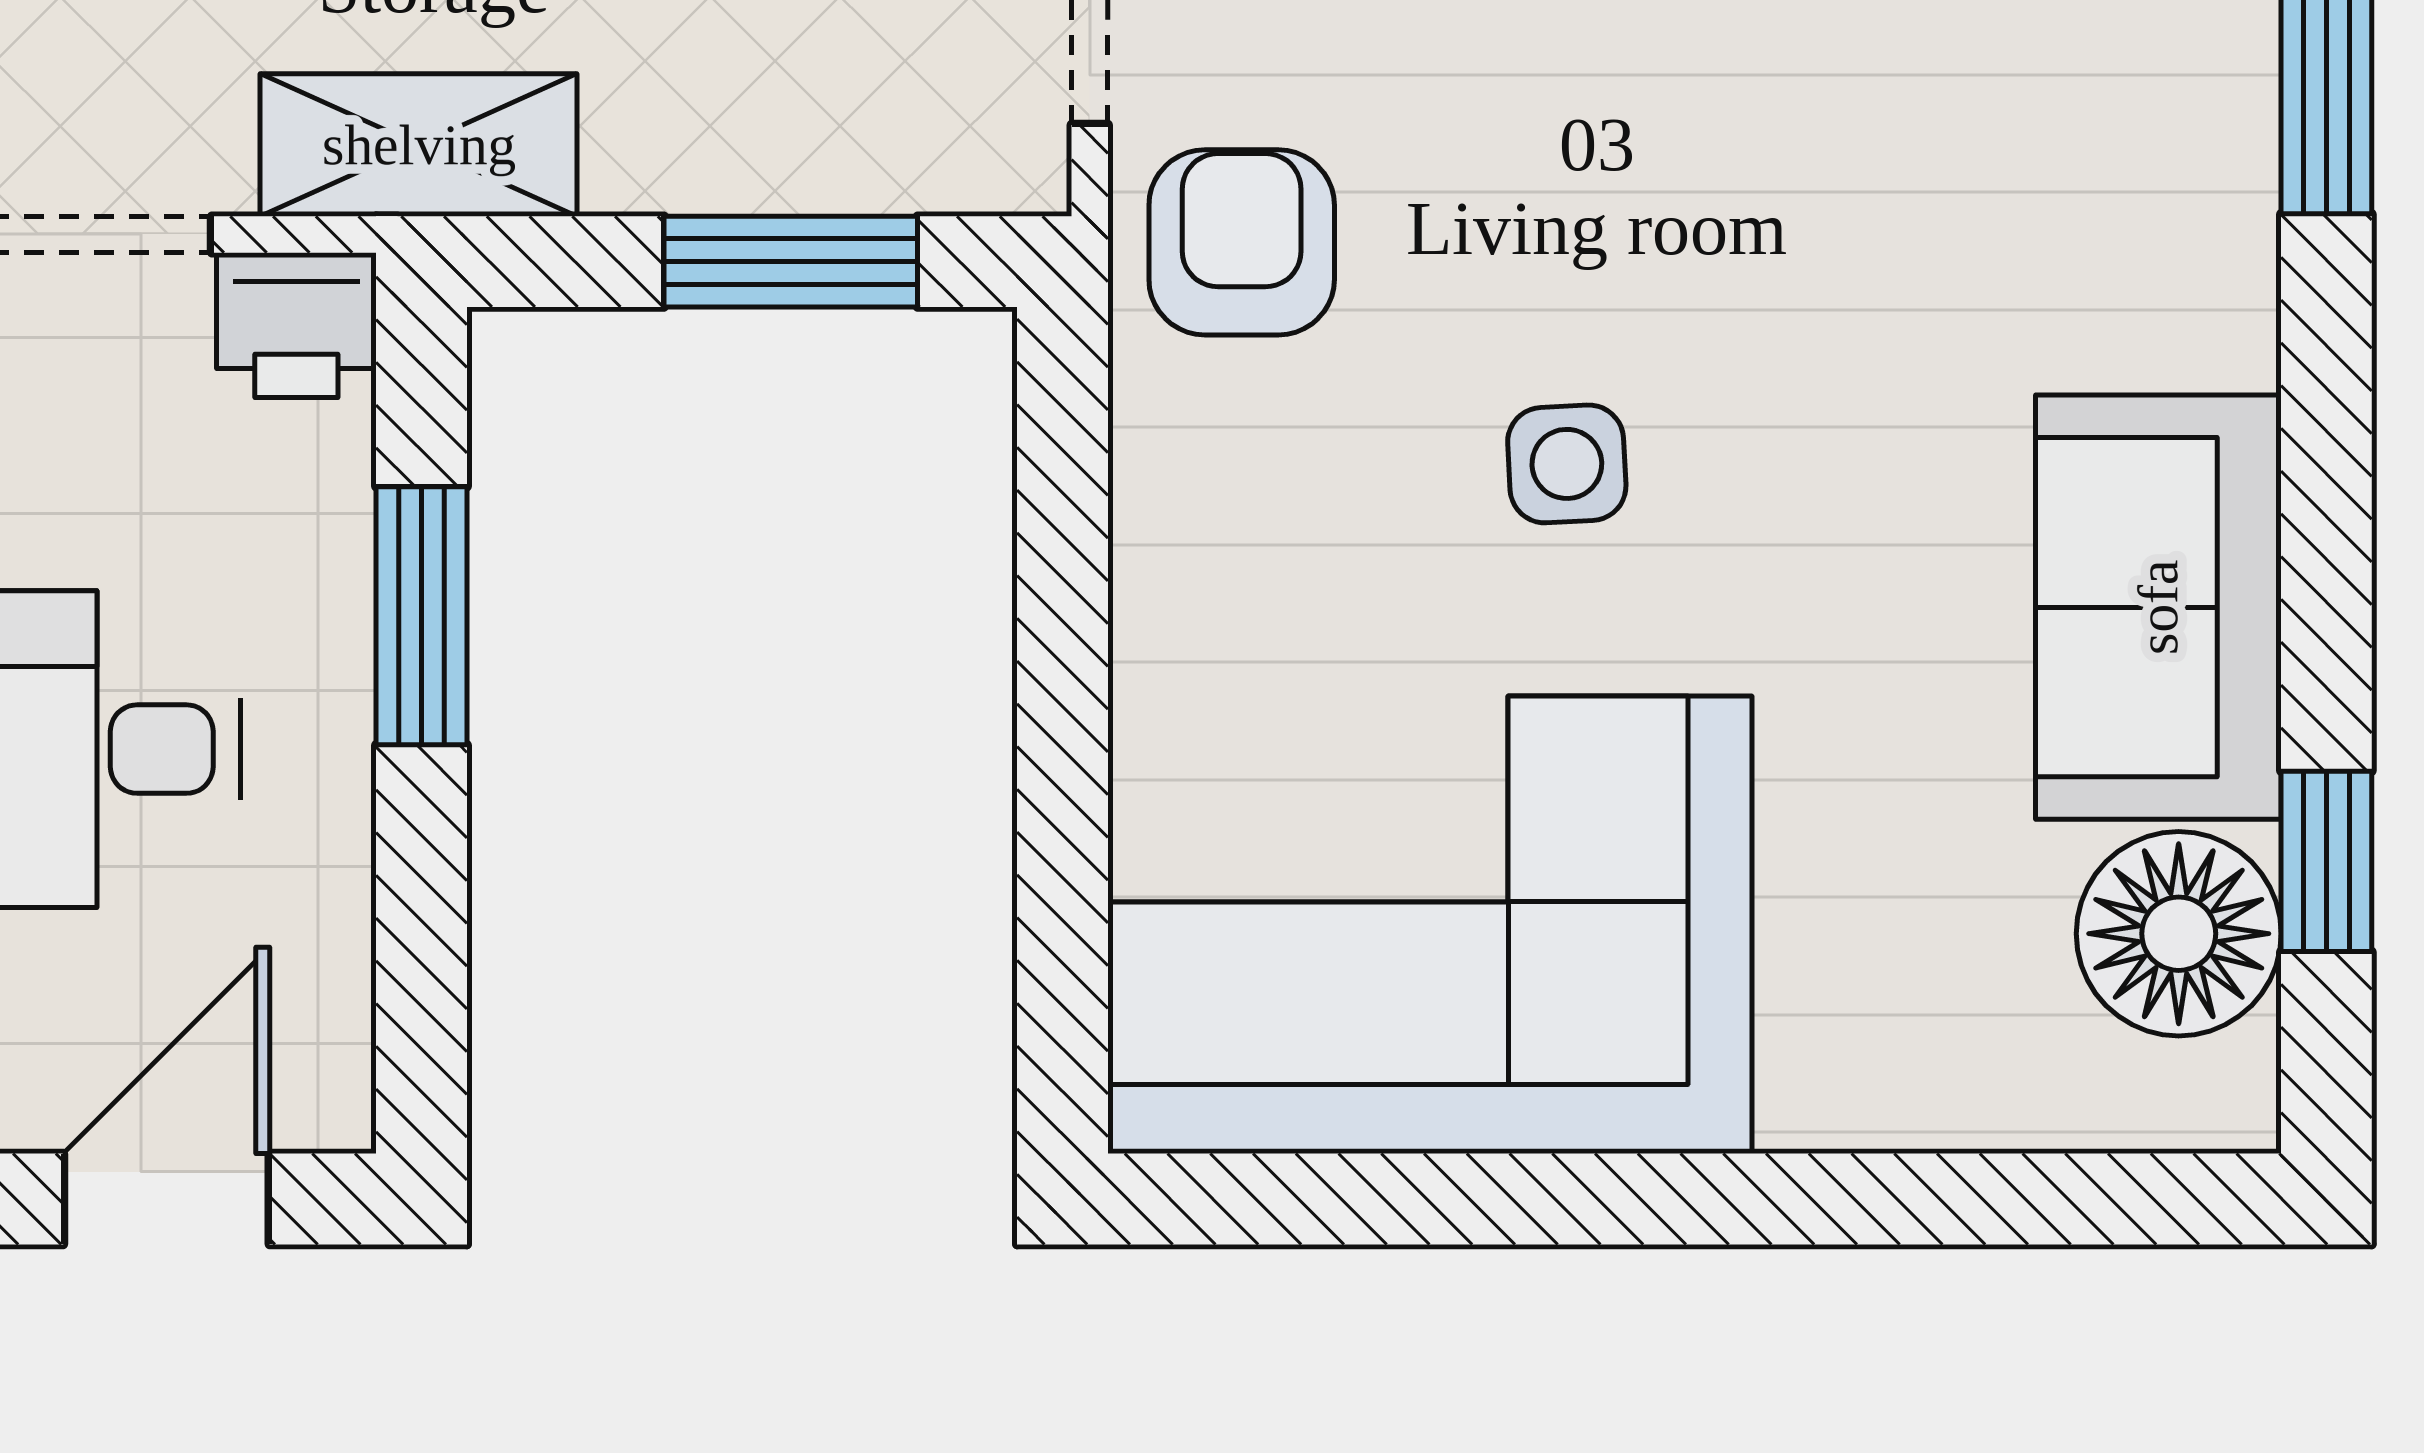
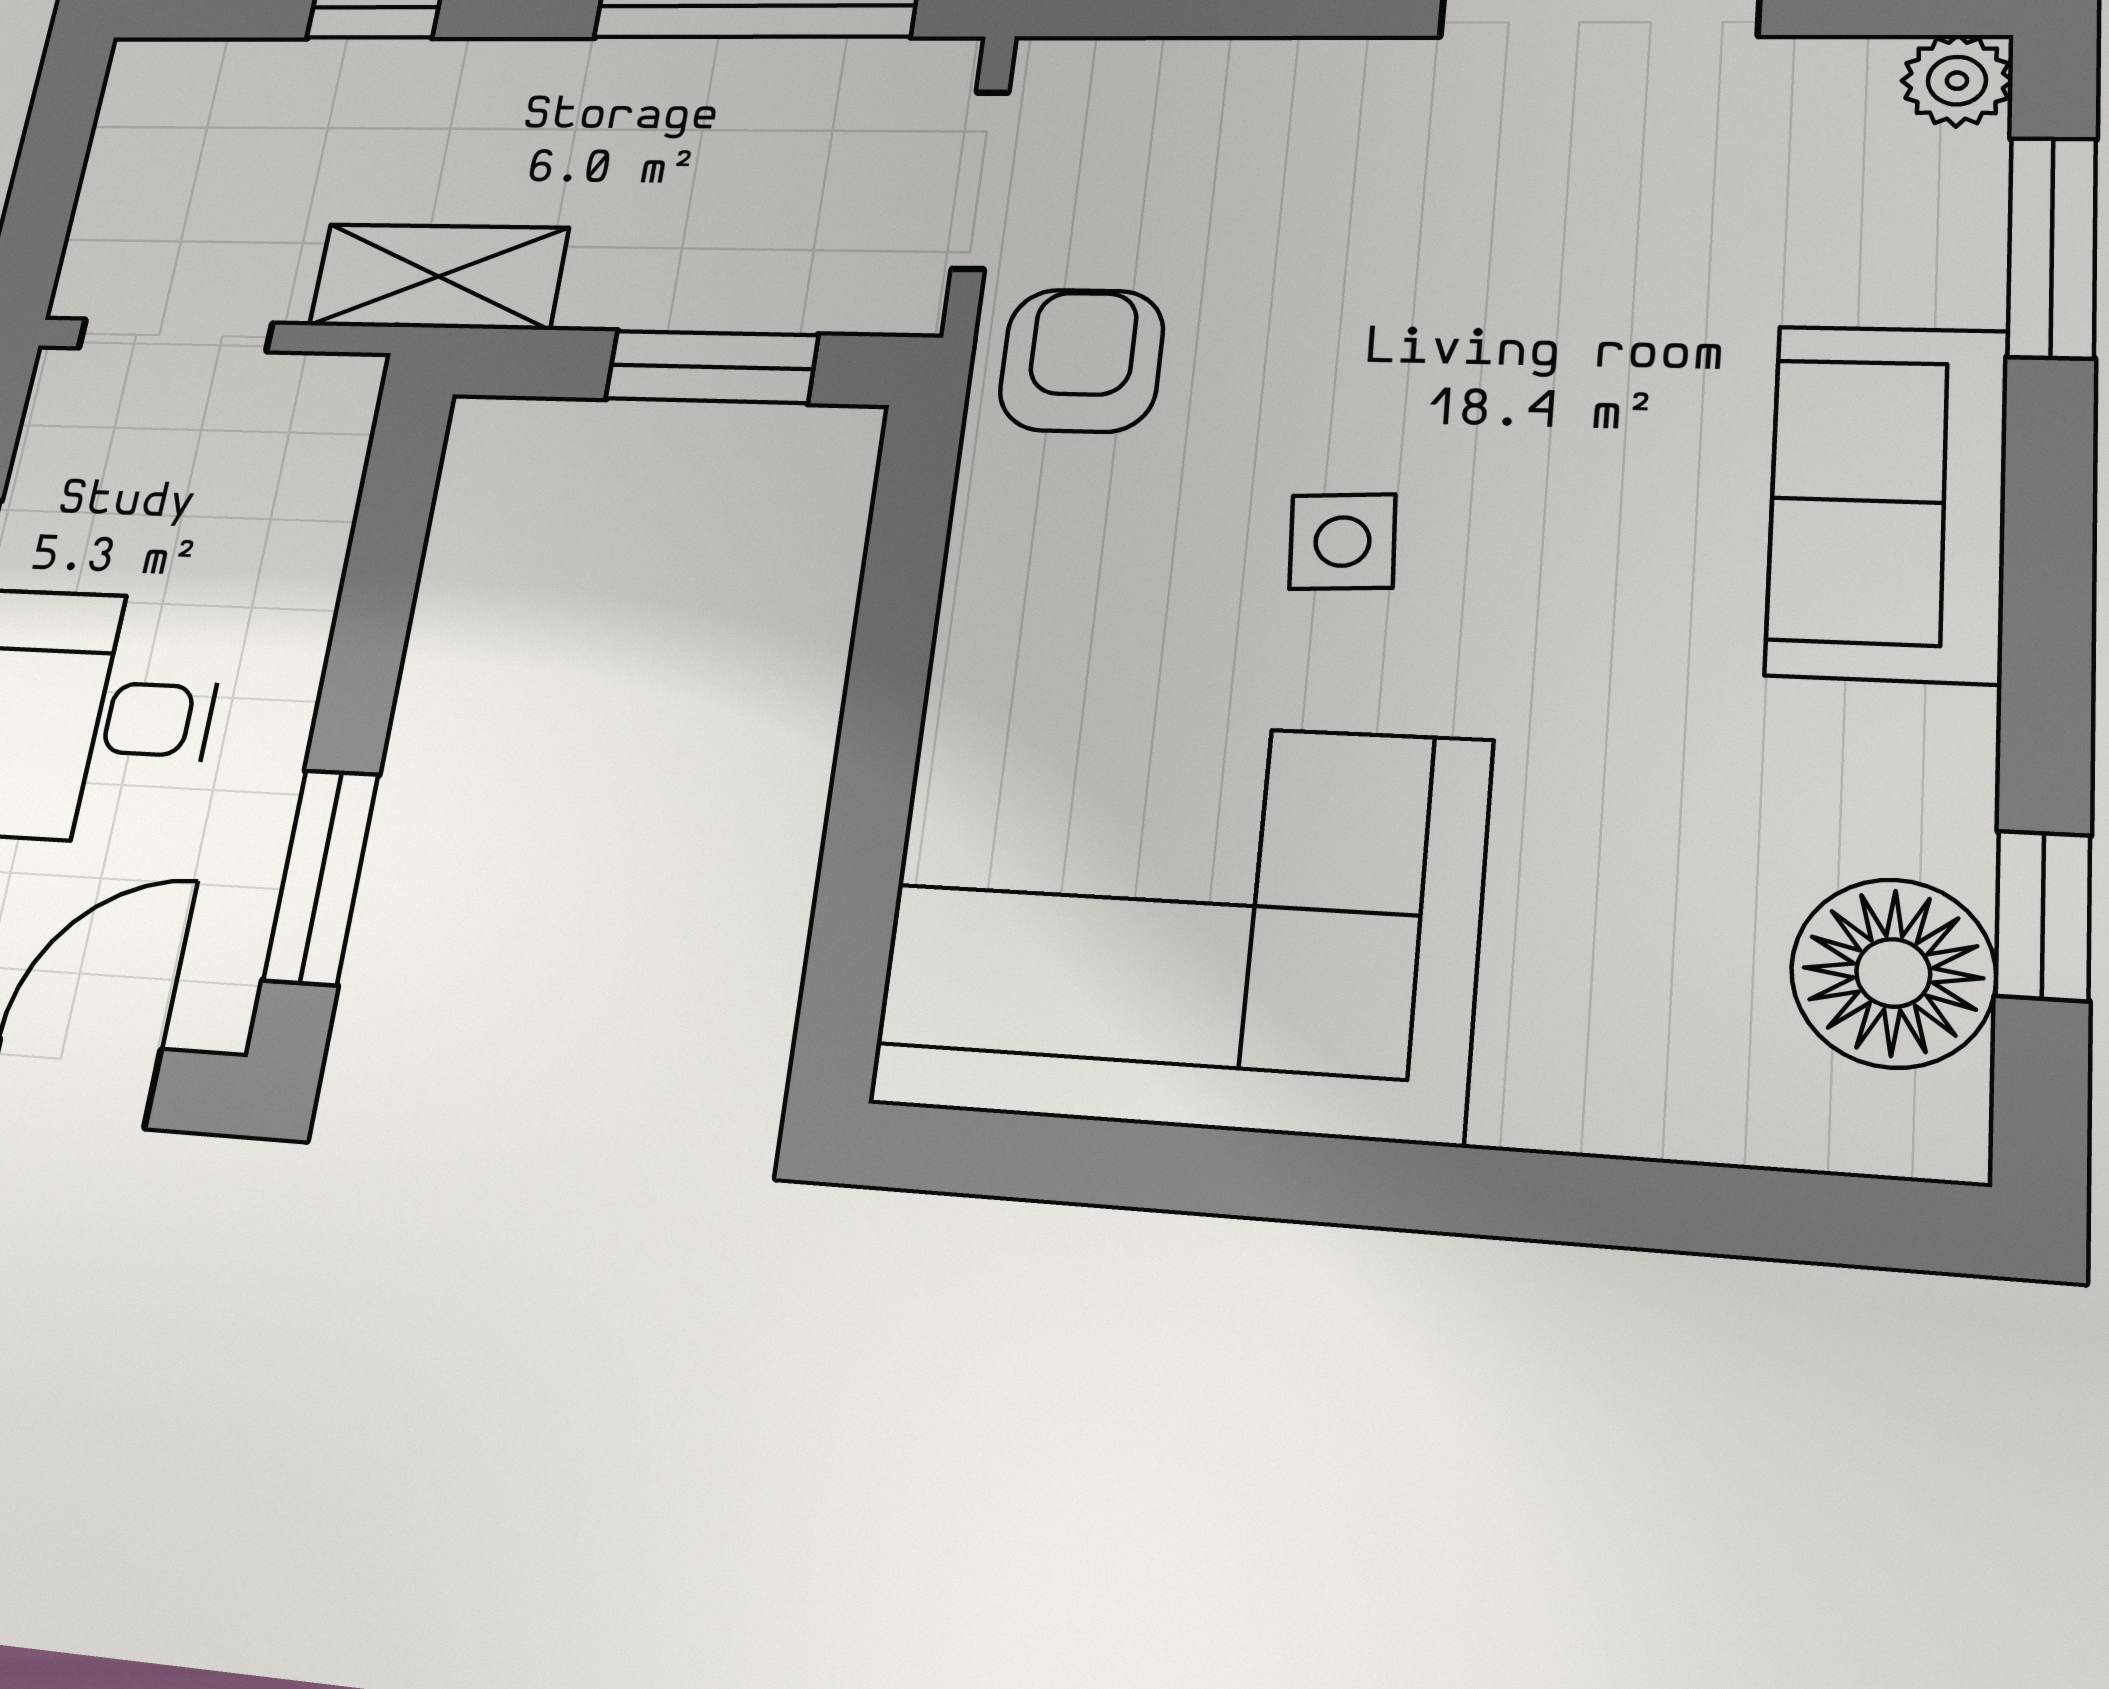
printer: (296, 325) -> (320, 404), removed
sofa: (2158, 607) -> (1888, 501), moved
window: (422, 616) -> (321, 877), moved

